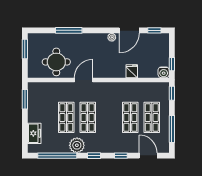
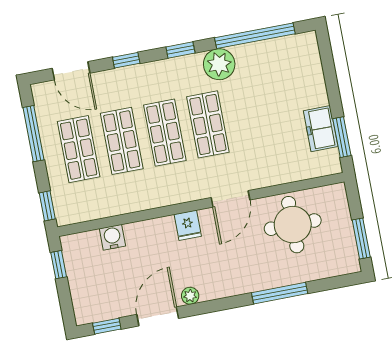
fridge: (132, 71) -> (188, 225), moved
water cooler: (164, 72) -> (112, 237), moved
shop shelf: (66, 117) -> (165, 133), moved
freezer: (34, 133) -> (321, 129), moved

